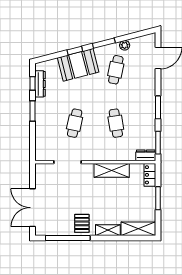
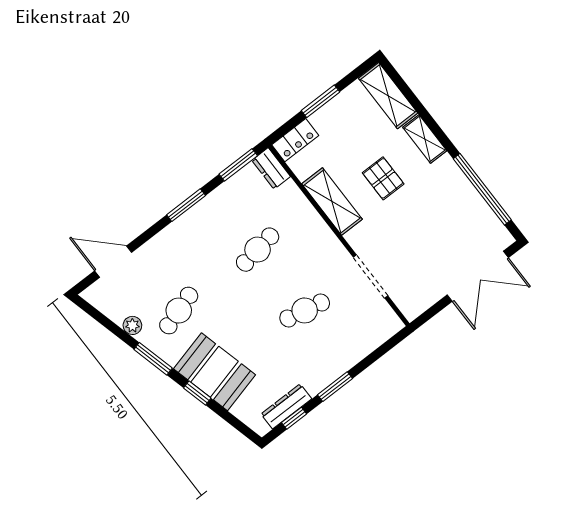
cafe table: (116, 70) -> (179, 311), turned -30
pallet: (82, 223) -> (383, 178), moved, turned 90

